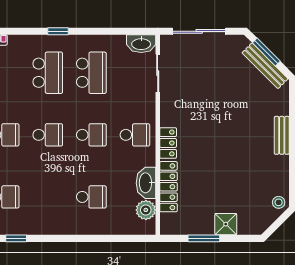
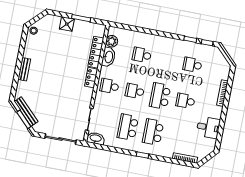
school desk: (48, 135) -> (160, 96), width x1.85

